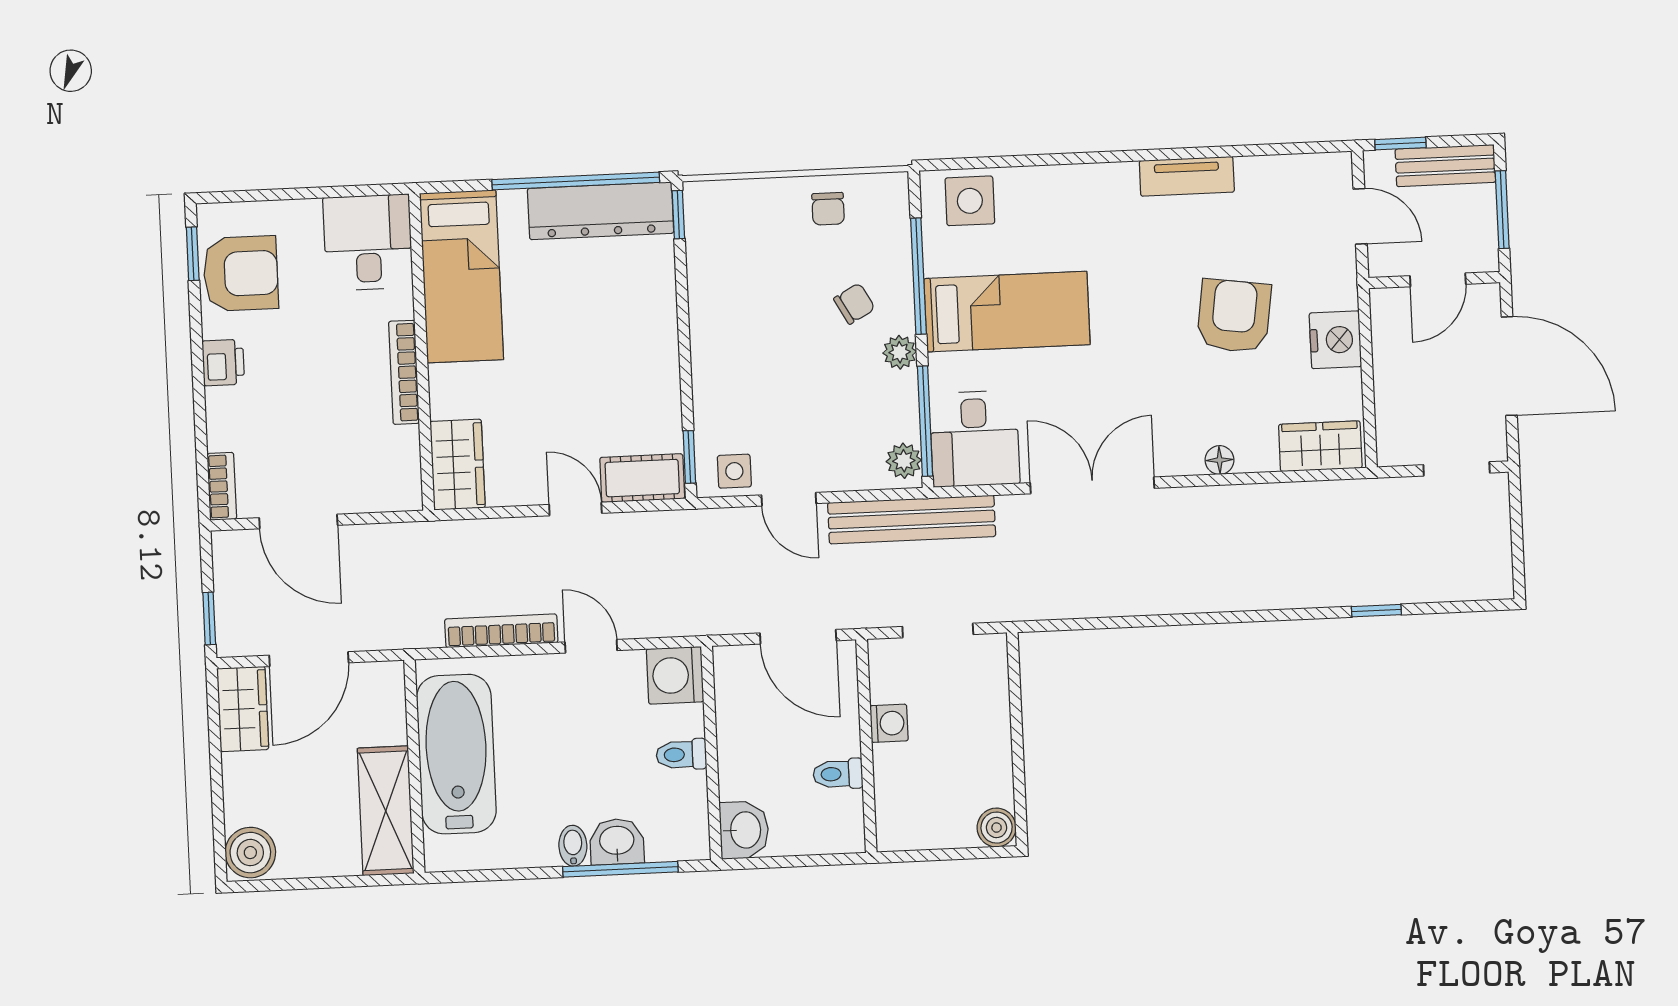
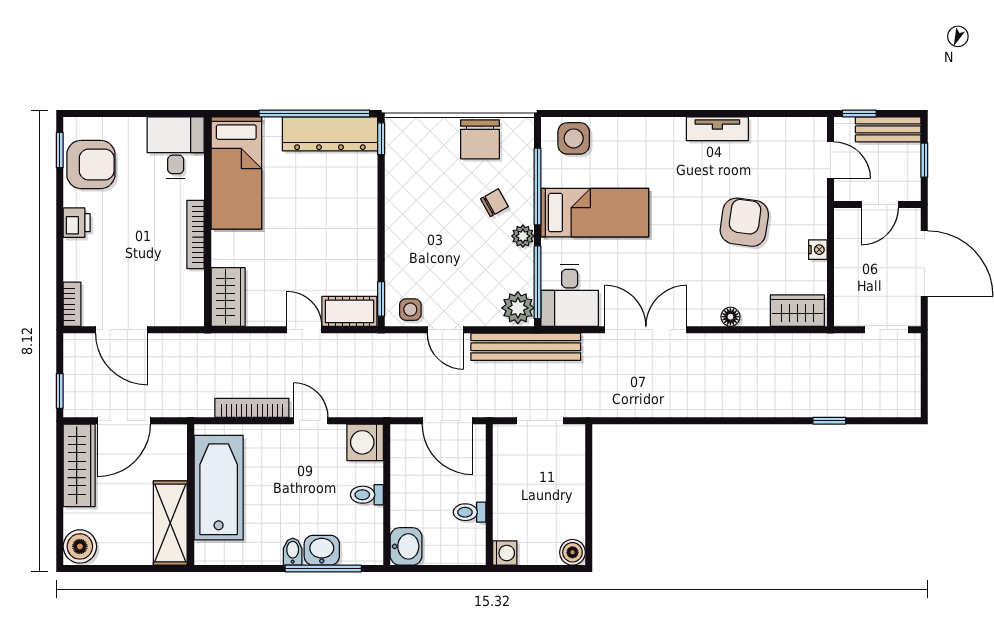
chair: (828, 209) -> (480, 139), width x1.87, depth x1.87
window: (1502, 210) -> (924, 160), width x0.67
nightstand: (1335, 340) -> (818, 250), width x0.53, depth x0.56
plant: (904, 461) -> (518, 308), width x1.38, depth x1.38
wardrobe: (243, 709) -> (79, 465), width x1.50
washing machine: (889, 723) -> (505, 553), moved

